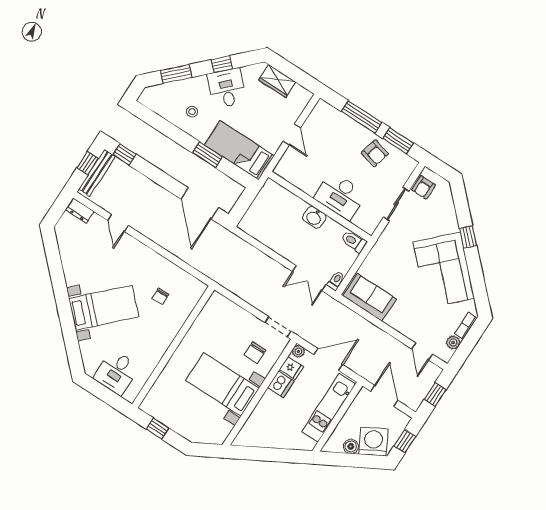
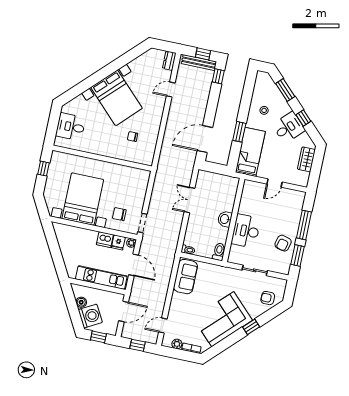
armchair: (424, 187) -> (268, 298), moved
double door: (309, 278) -> (190, 200), moved
bed with nightstands: (104, 308) -> (116, 98), width x1.36
bed with nightstands: (222, 384) -> (83, 199), width x1.36

